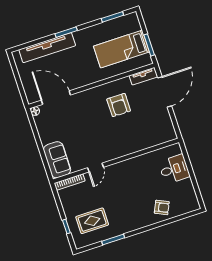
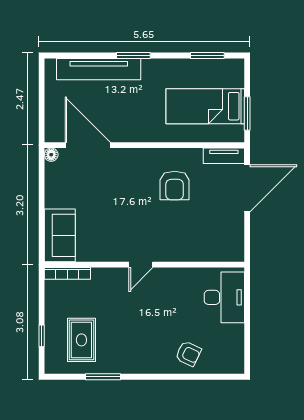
door: (95, 168) -> (141, 265), moved
desk: (174, 169) -> (224, 297), width x1.37
rug: (92, 221) -> (81, 340), turned 90

